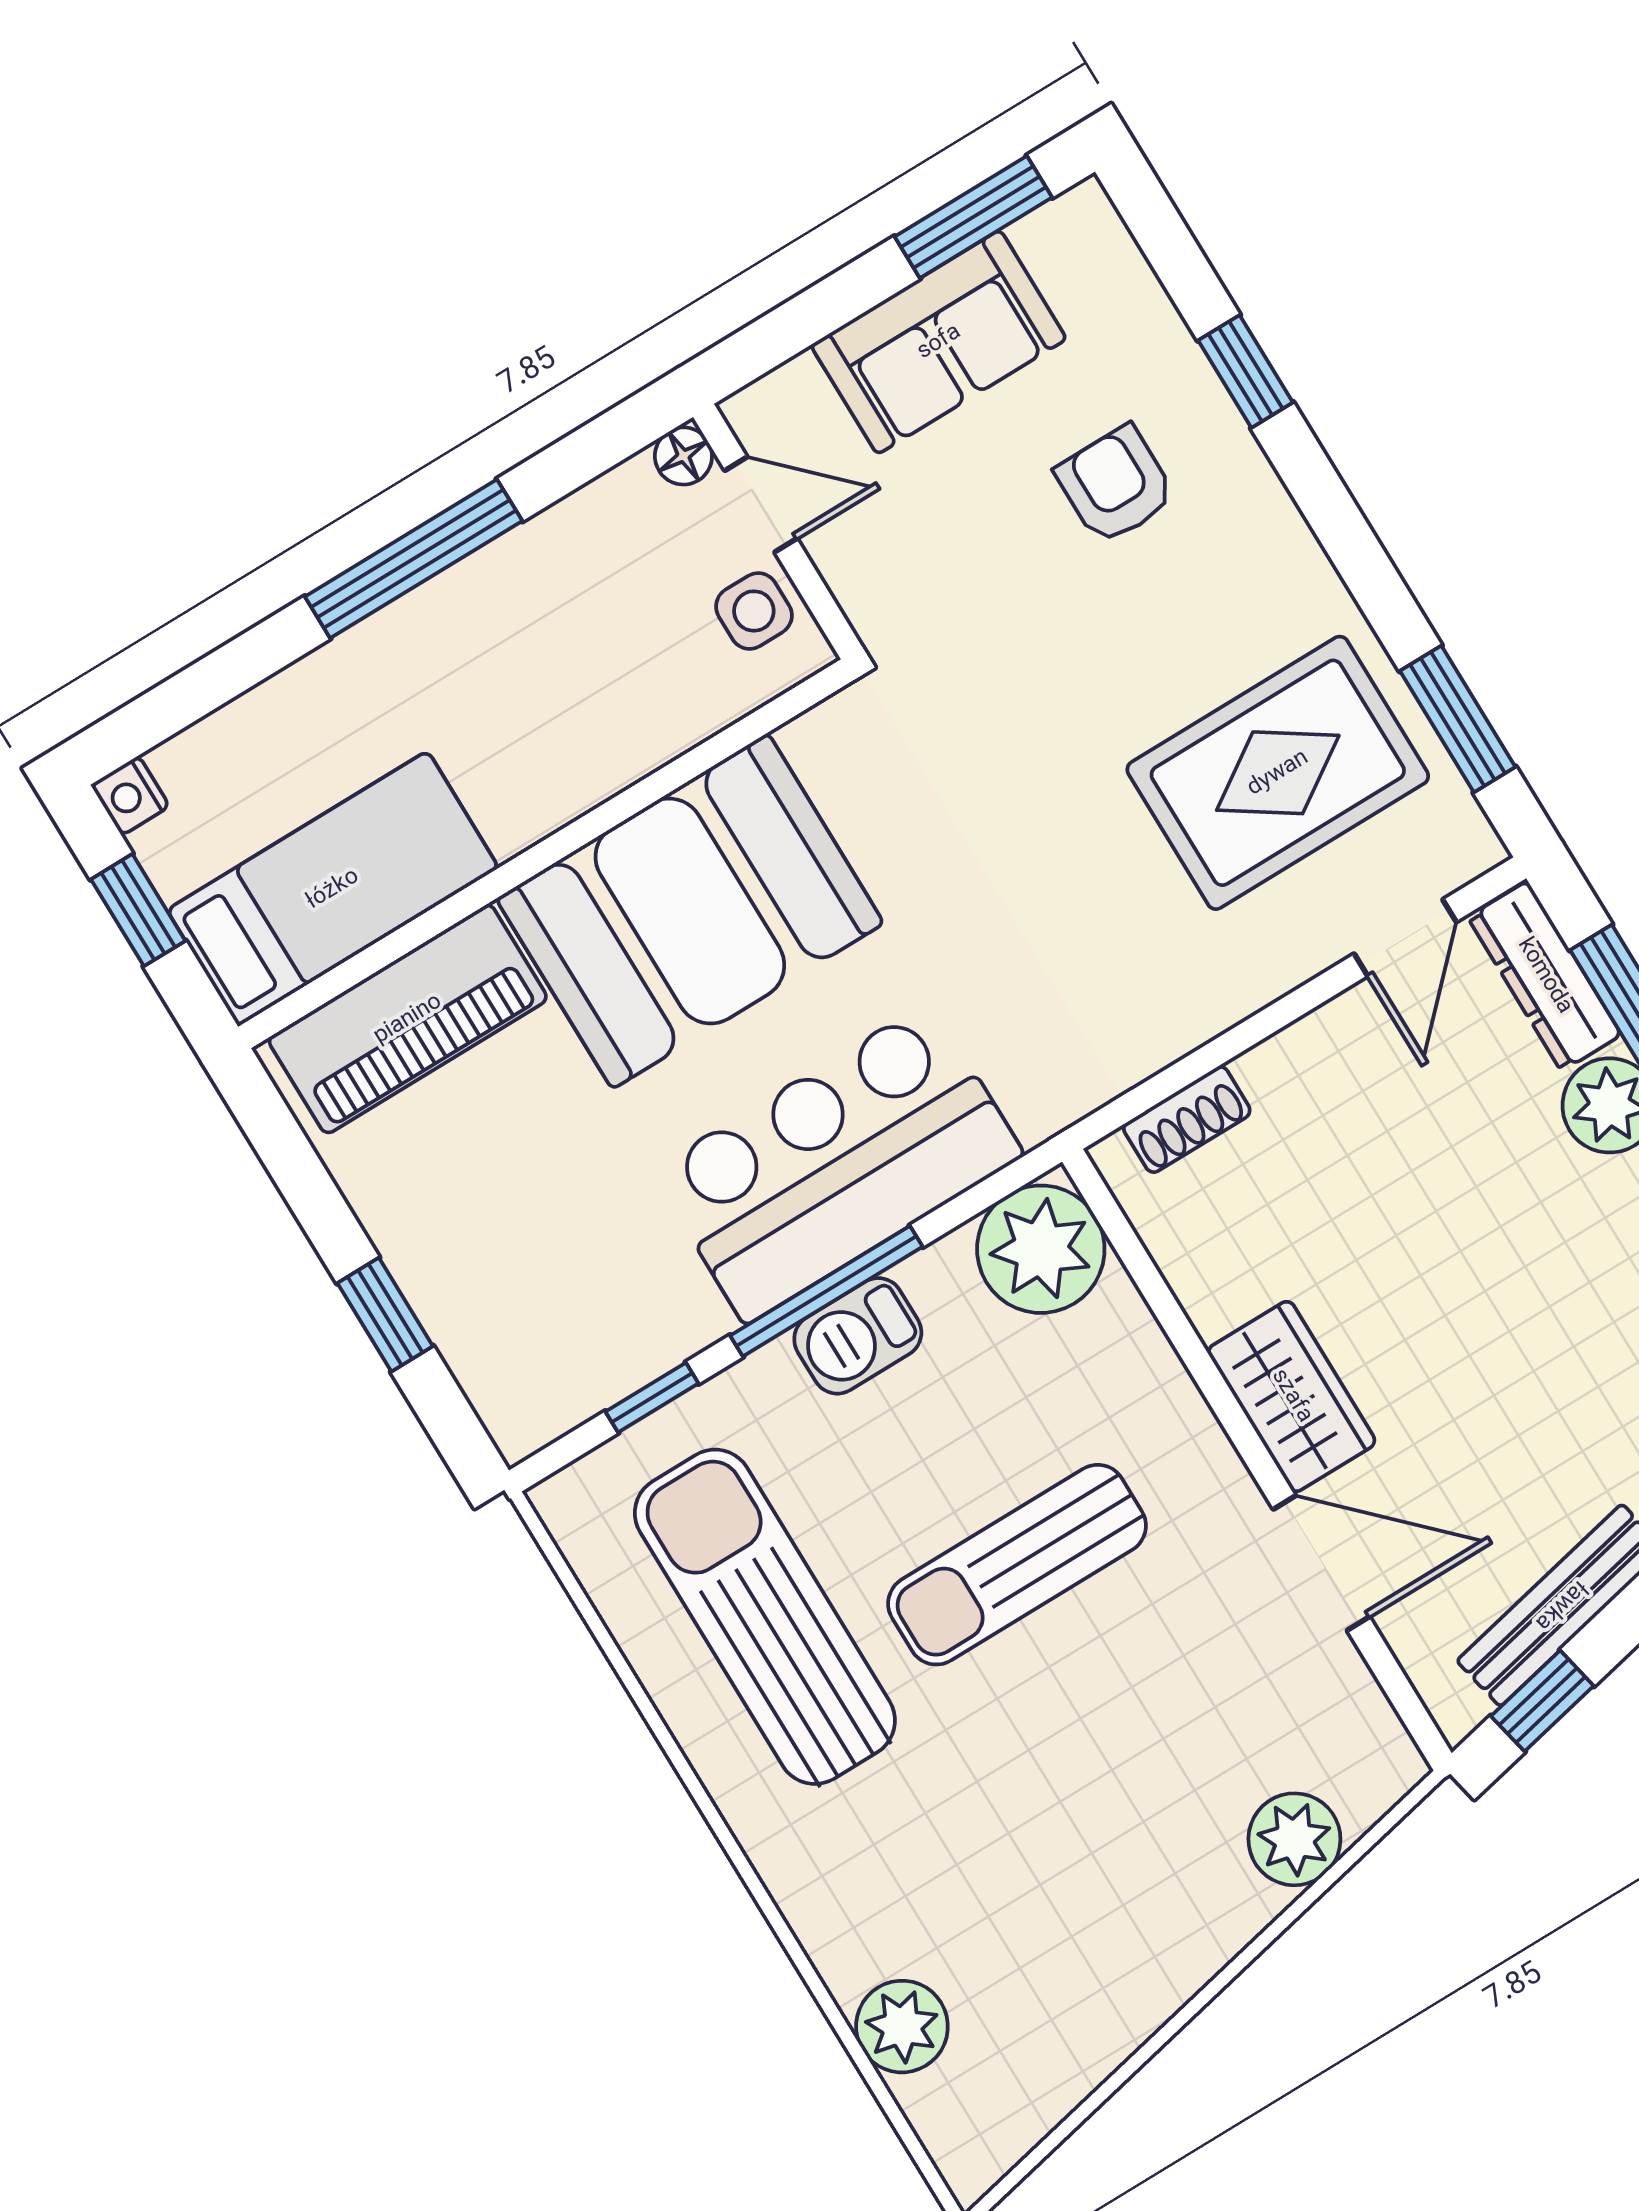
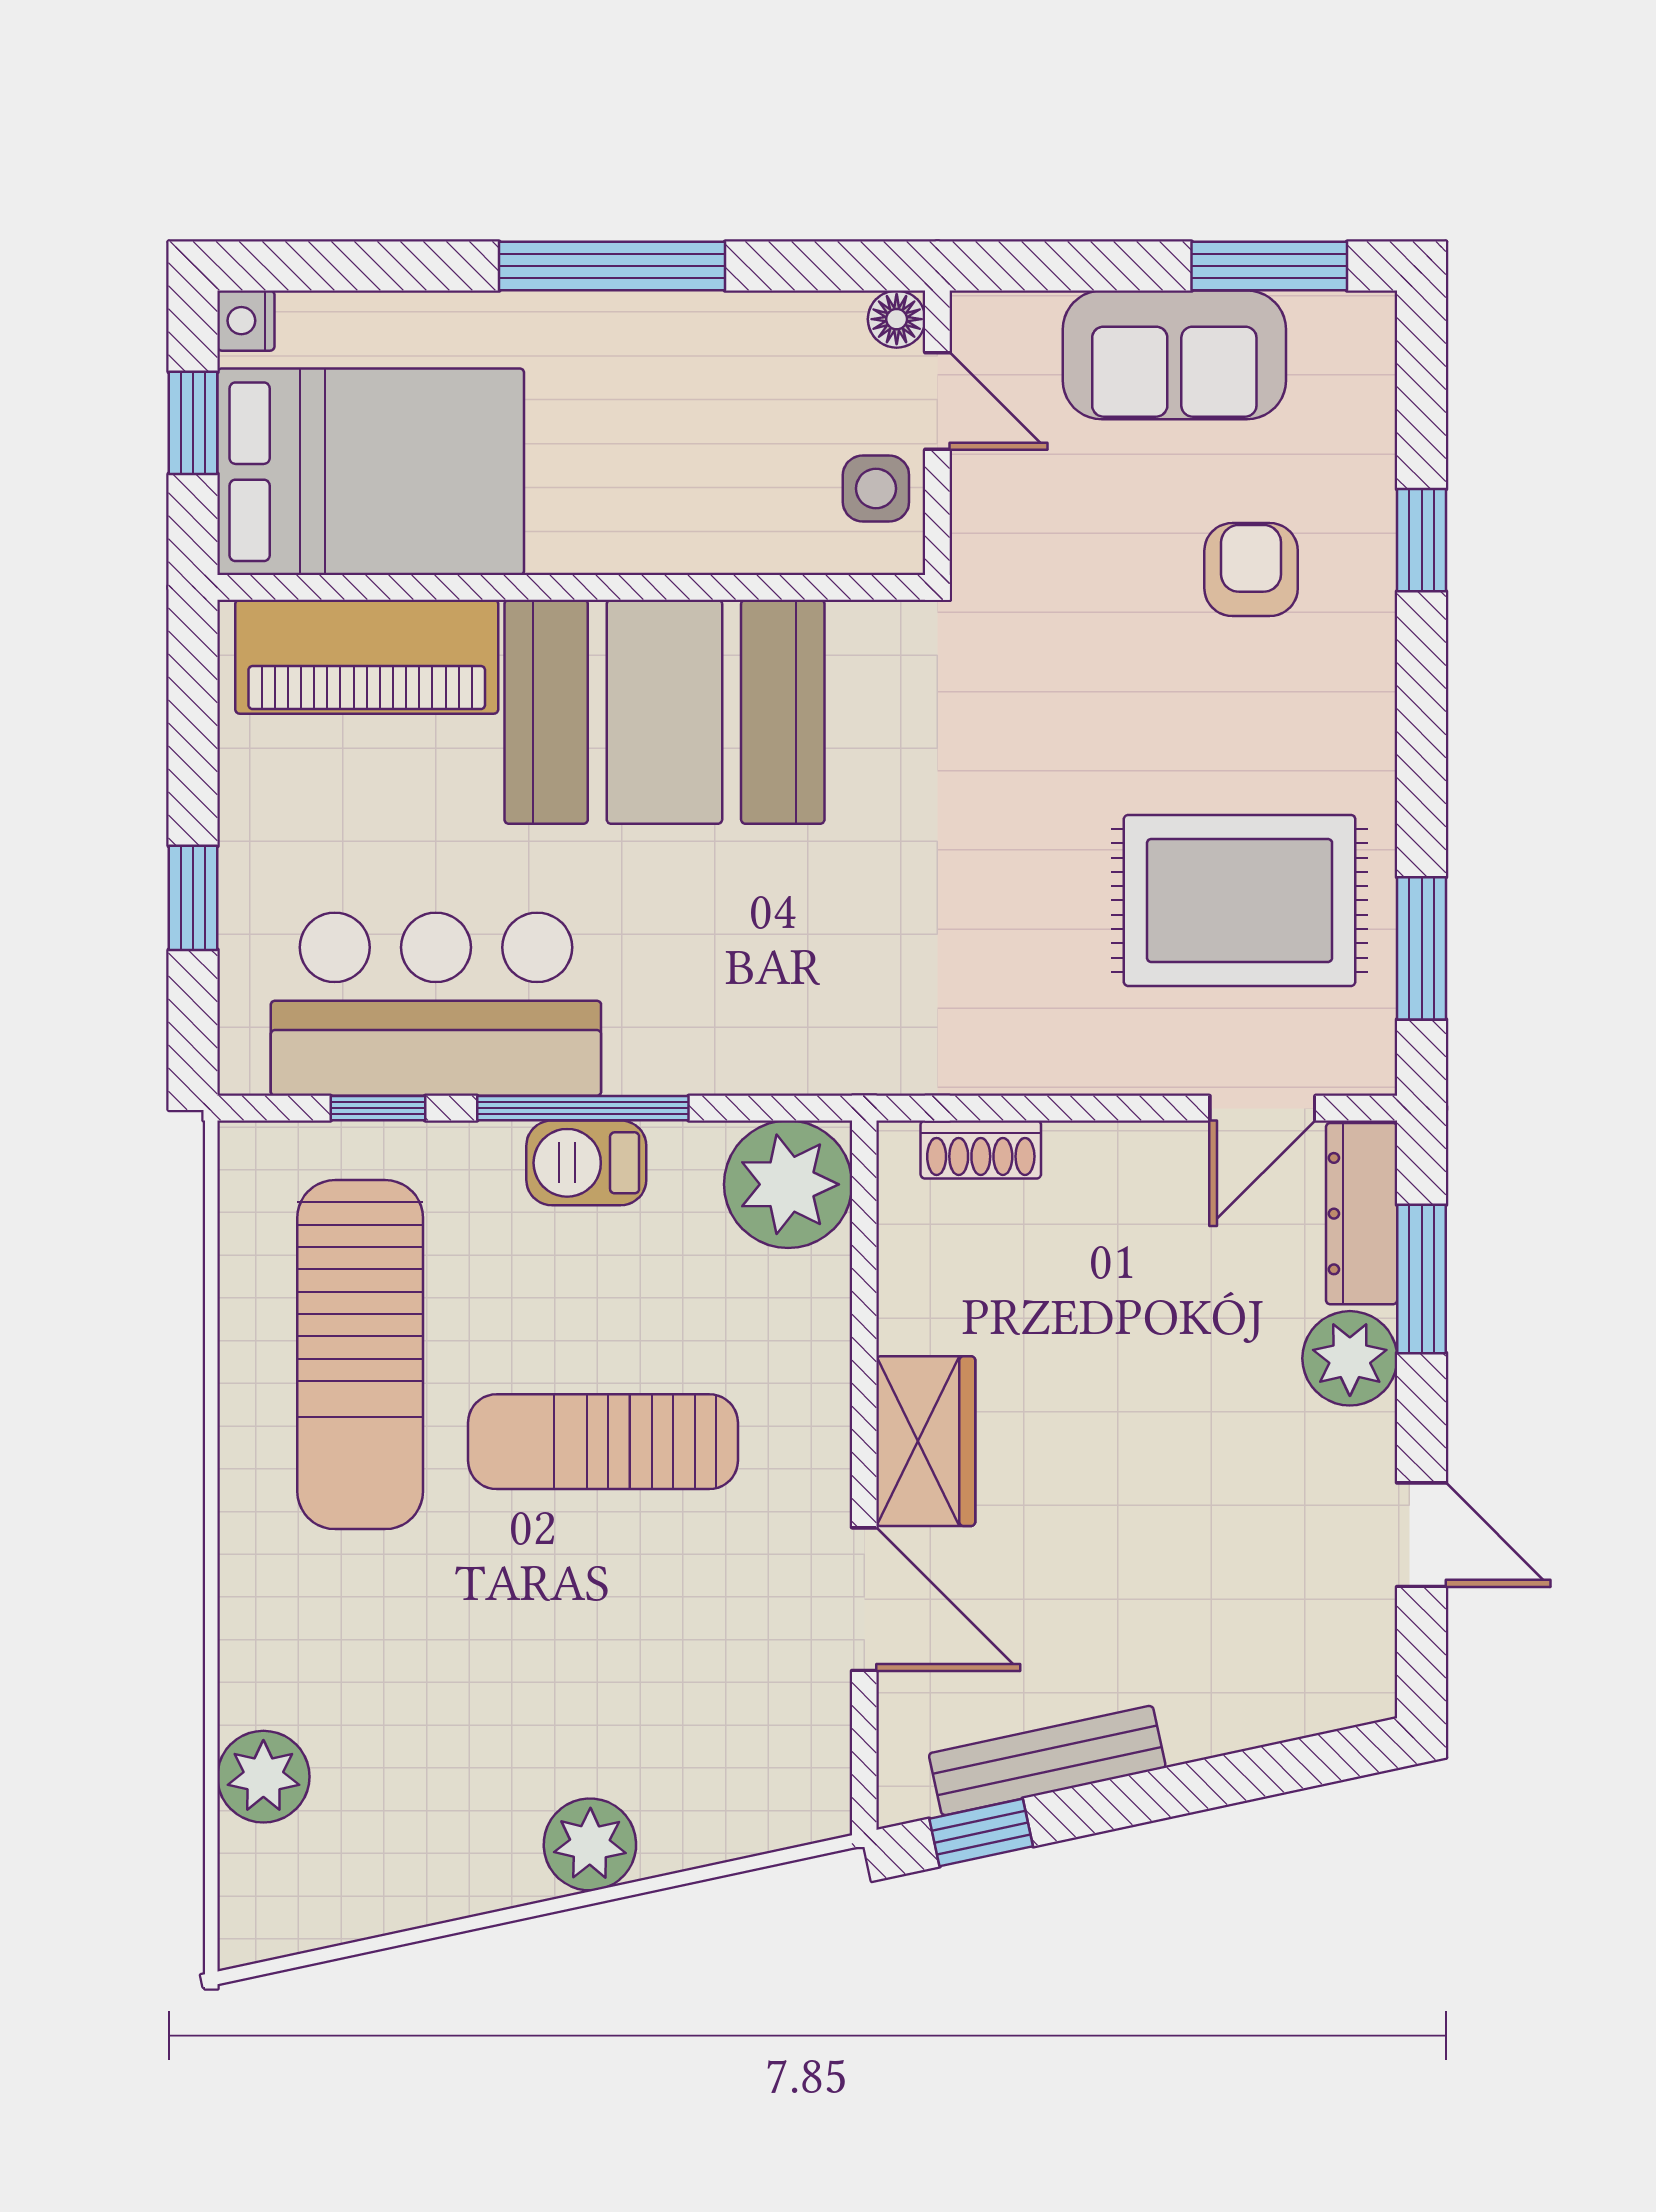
bed: (333, 889) -> (371, 472), width x1.50
bar counter: (838, 1163) -> (436, 1004), moved
sun lounger: (765, 1617) -> (360, 1355), turned 180
plant: (1294, 1839) -> (590, 1844), moved

